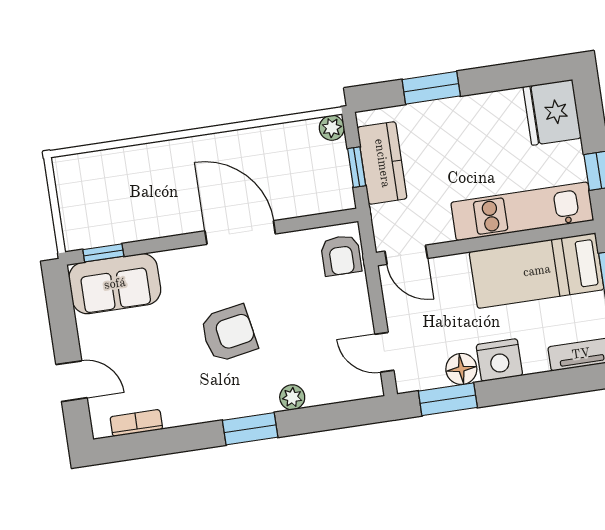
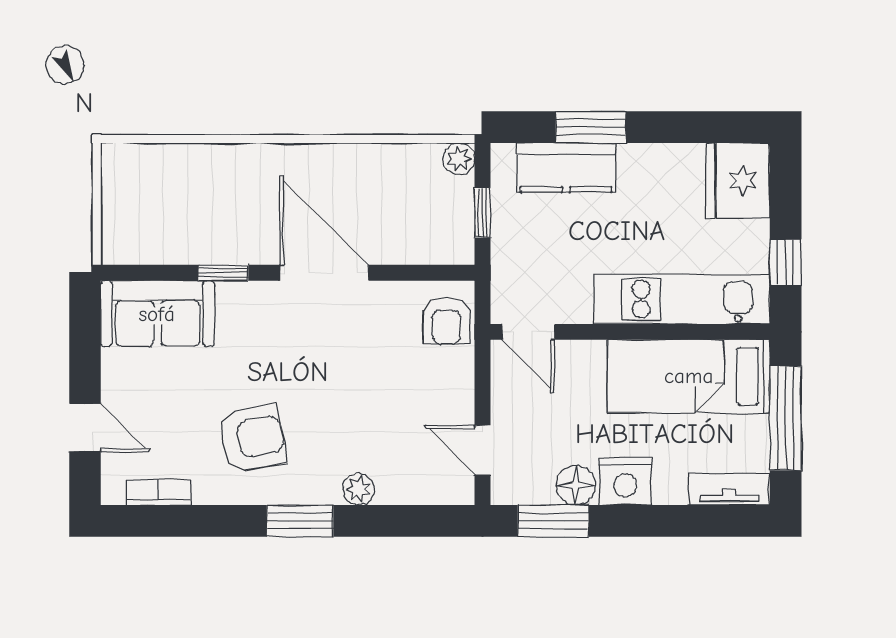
kitchen counter: (382, 163) -> (566, 168), moved, turned 90
window: (103, 253) -> (223, 273), moved
armchair: (229, 333) -> (252, 438), moved

